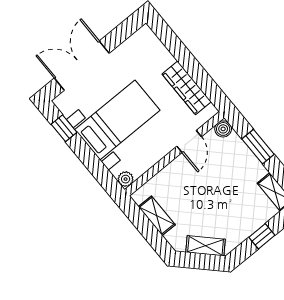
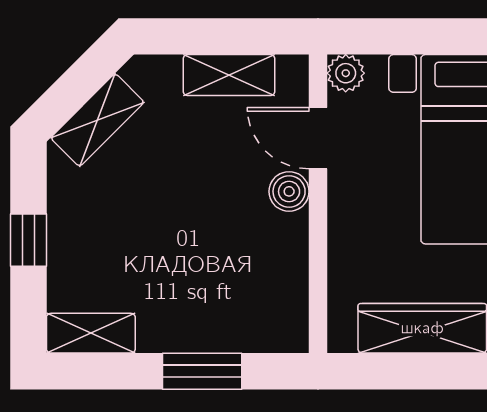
boiler: (223, 129) -> (289, 191), moved
door: (189, 141) -> (318, 138), moved

